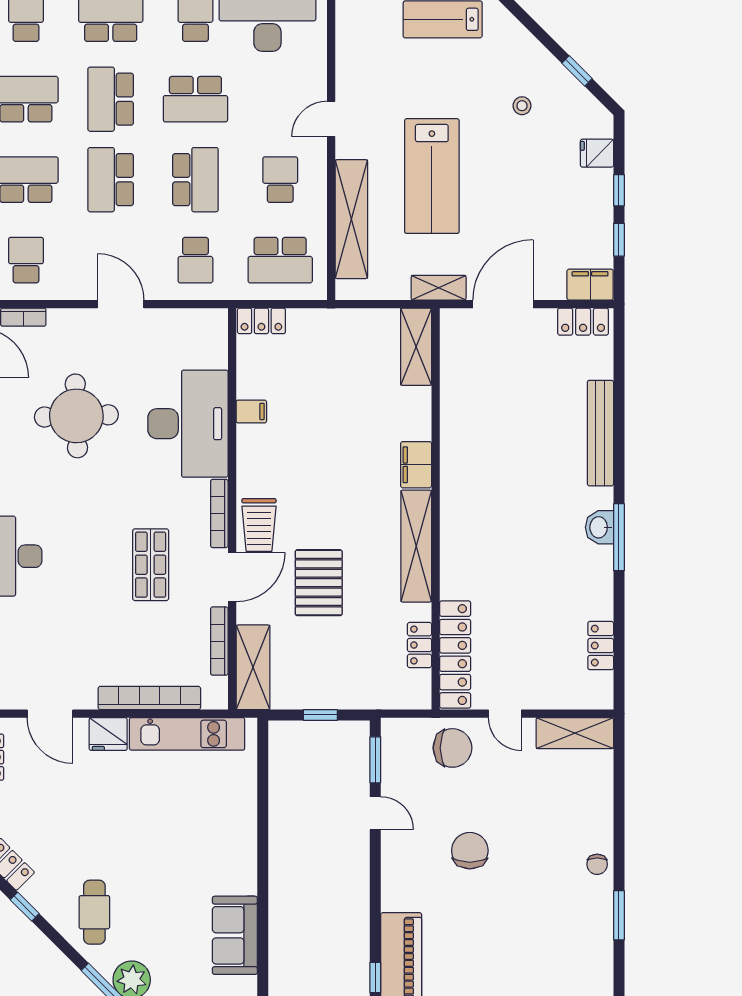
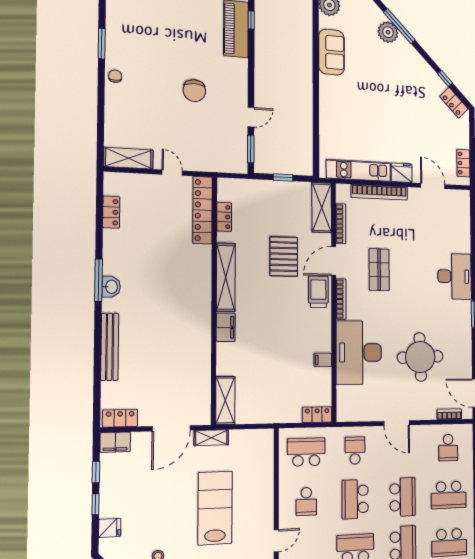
shelving: (351, 219) -> (264, 479), removed
chair: (452, 748) -> (204, 153), removed
door: (375, 813) -> (251, 117), swing flipped
cafe table: (94, 912) -> (408, 72), removed

